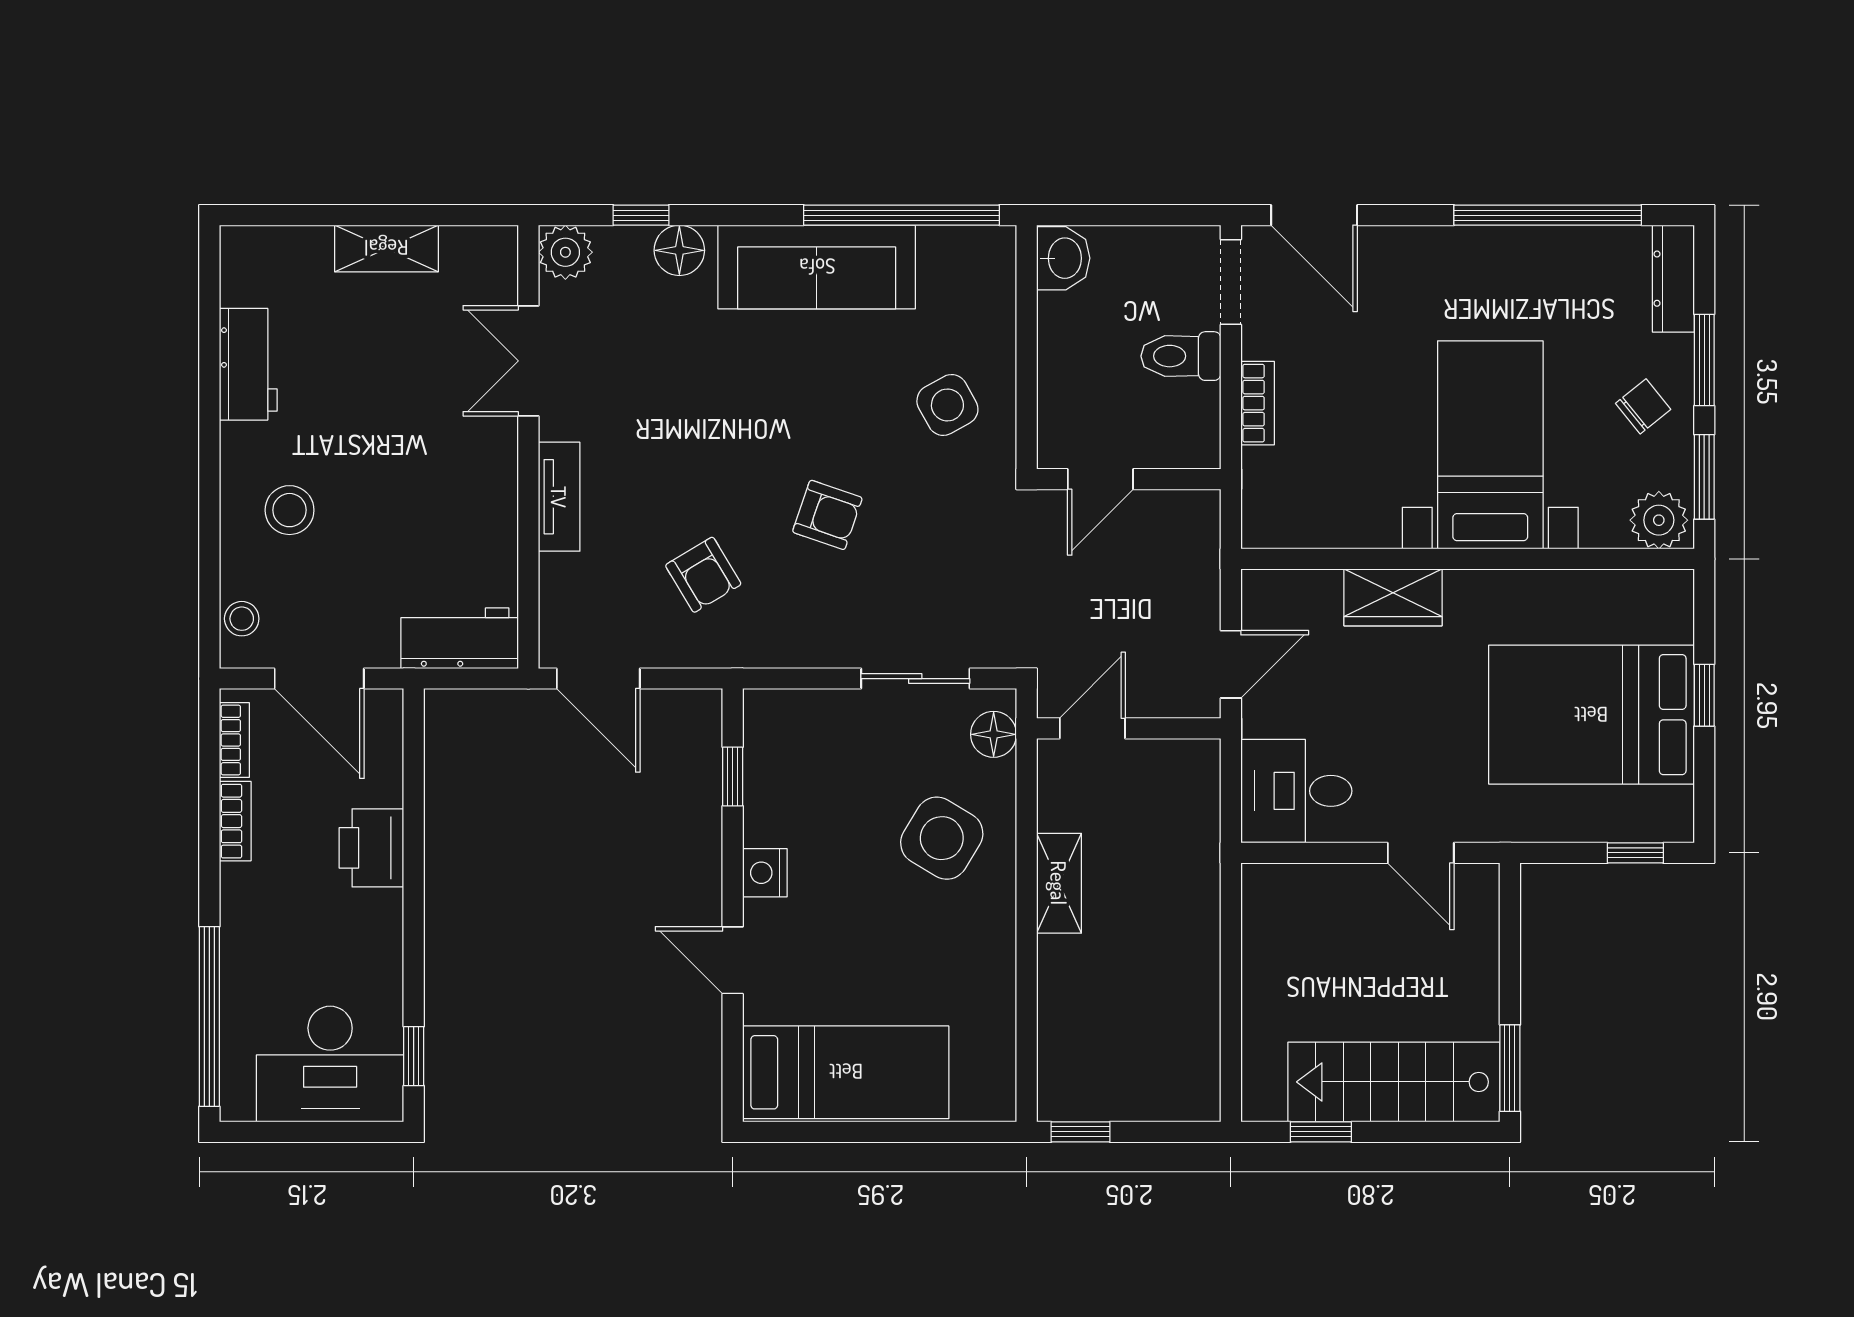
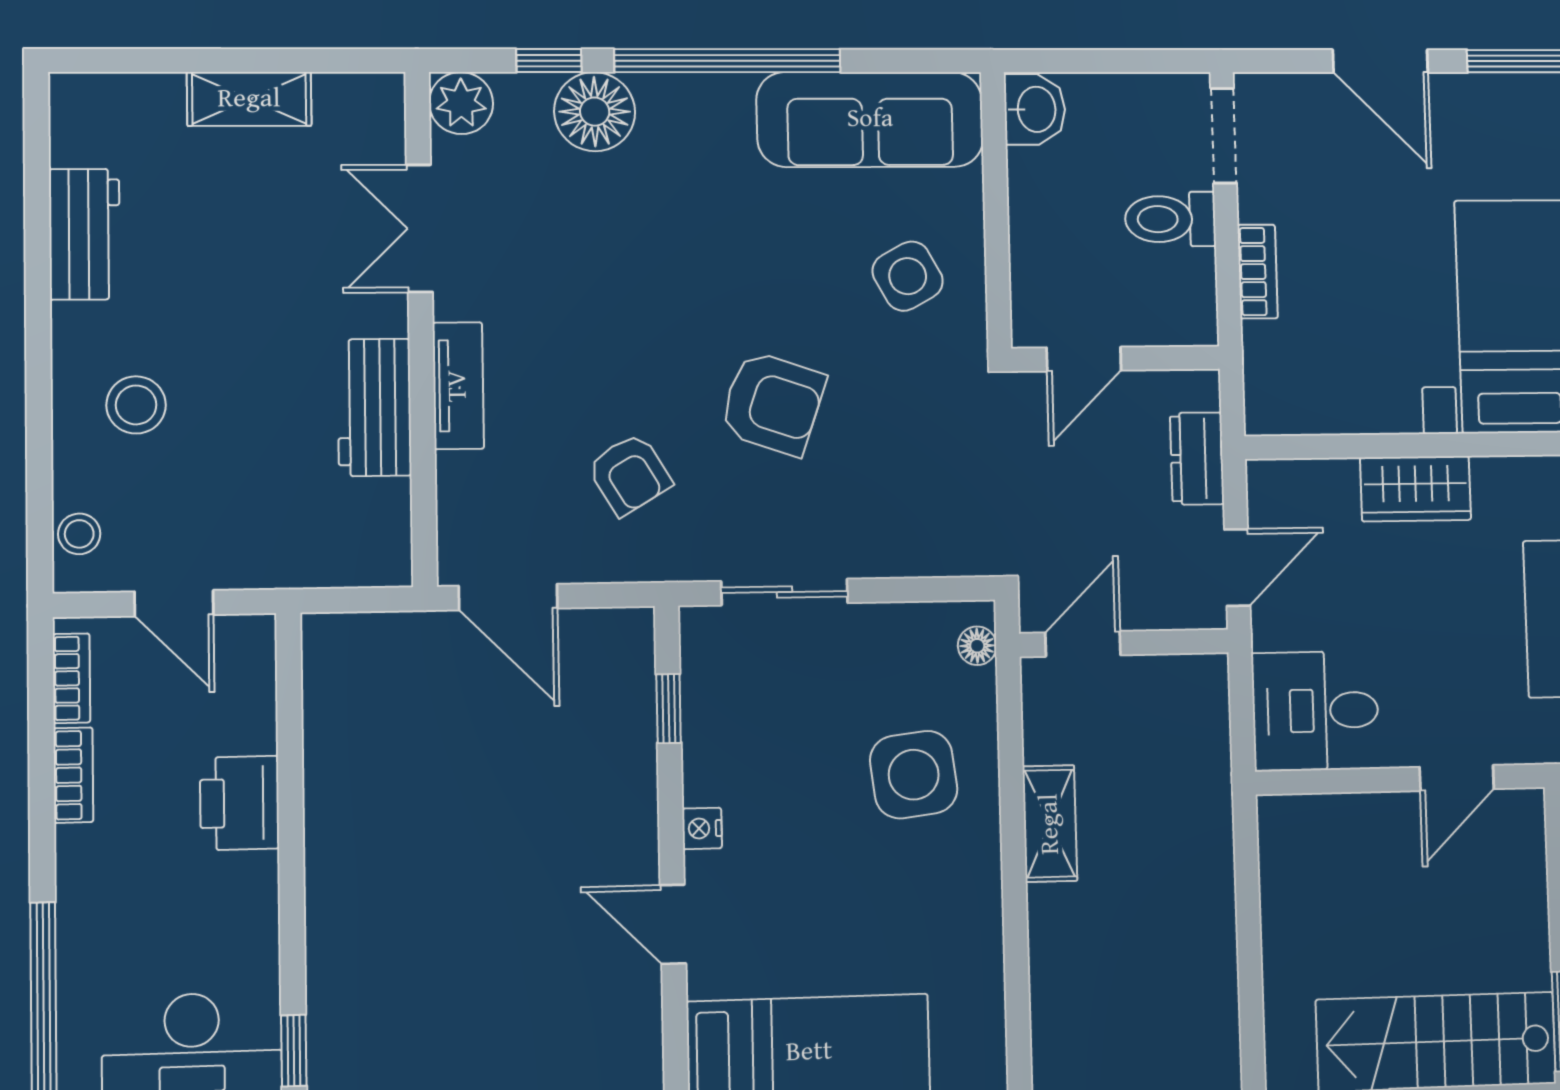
window: (902, 215) -> (728, 61), moved
door: (1314, 215) -> (1380, 61), moved
floor lamp: (679, 250) -> (595, 112), width x1.38, depth x1.38
sofa: (817, 267) -> (870, 119), moved
armchair: (827, 515) -> (773, 403), width x1.38, depth x1.38
dresser: (1198, 568) -> (1197, 459), added
workbench: (460, 638) -> (374, 407), moved, turned -90
door: (319, 679) -> (174, 603), width x0.73
sliding door: (915, 679) -> (784, 592), moved
floor lamp: (994, 734) -> (977, 646), width x0.73, depth x0.73
side table: (942, 838) -> (914, 775), turned -38
door: (1421, 853) -> (1457, 778), hinge flipped
nightstand: (765, 873) -> (702, 828), width x0.72, depth x0.74

